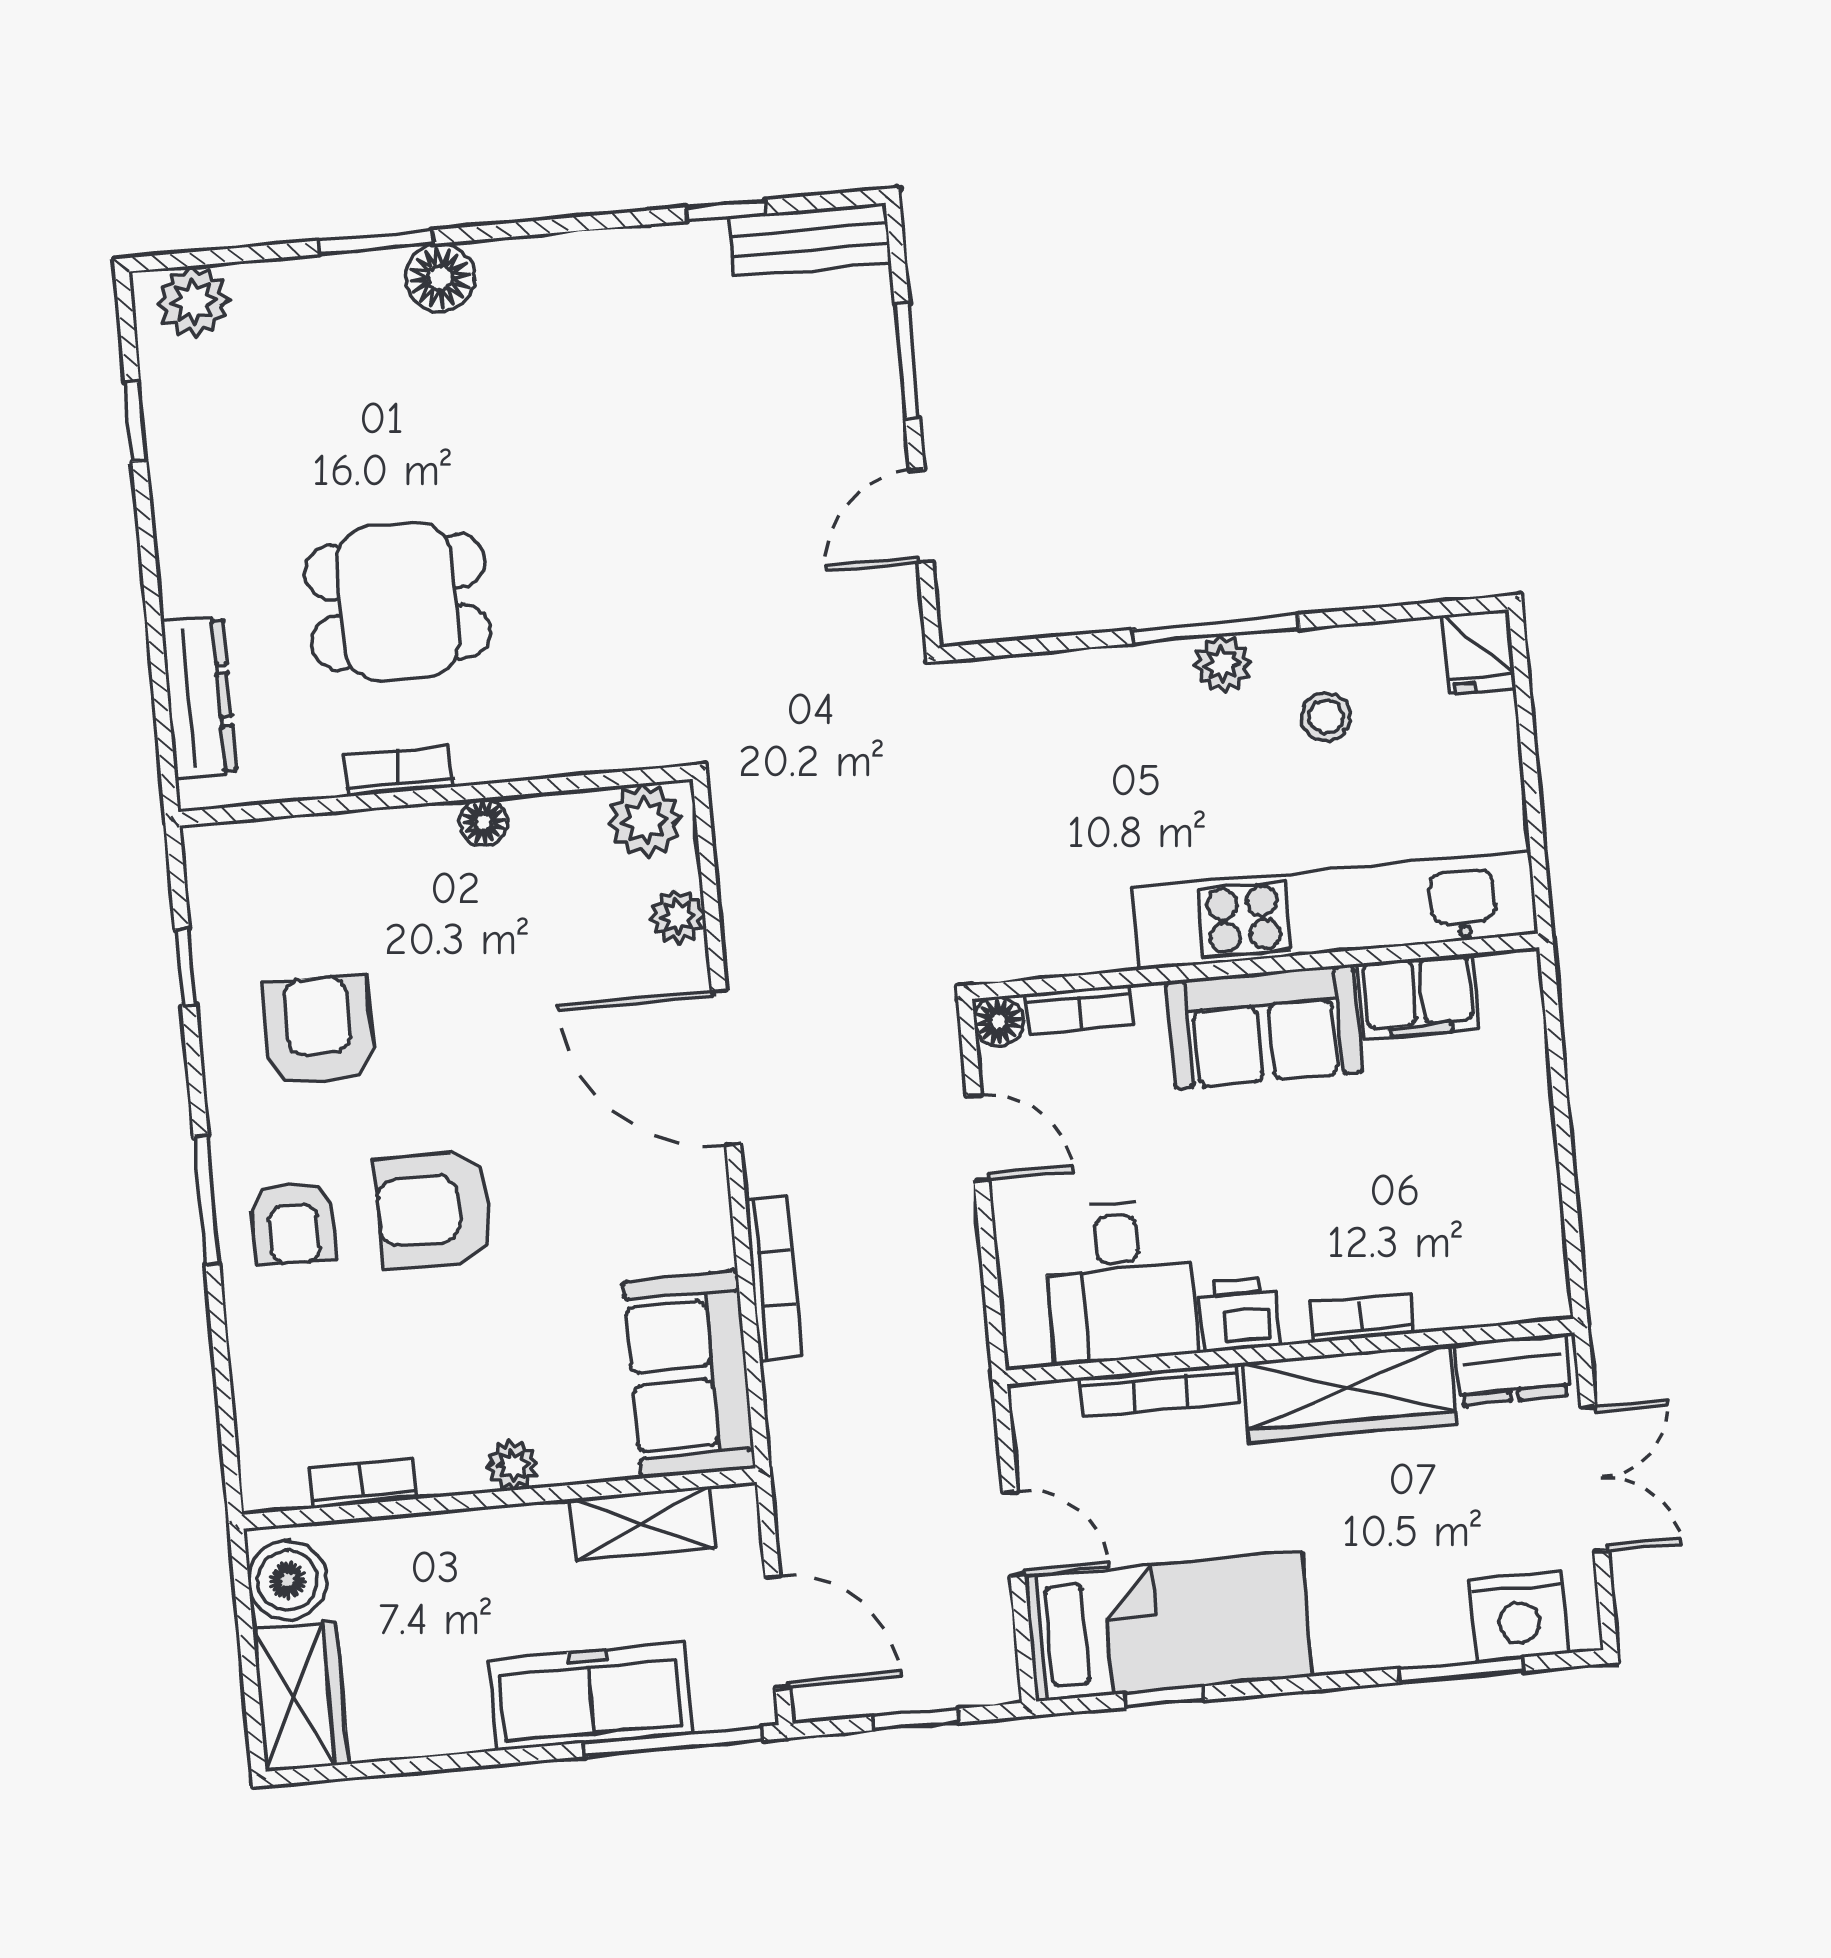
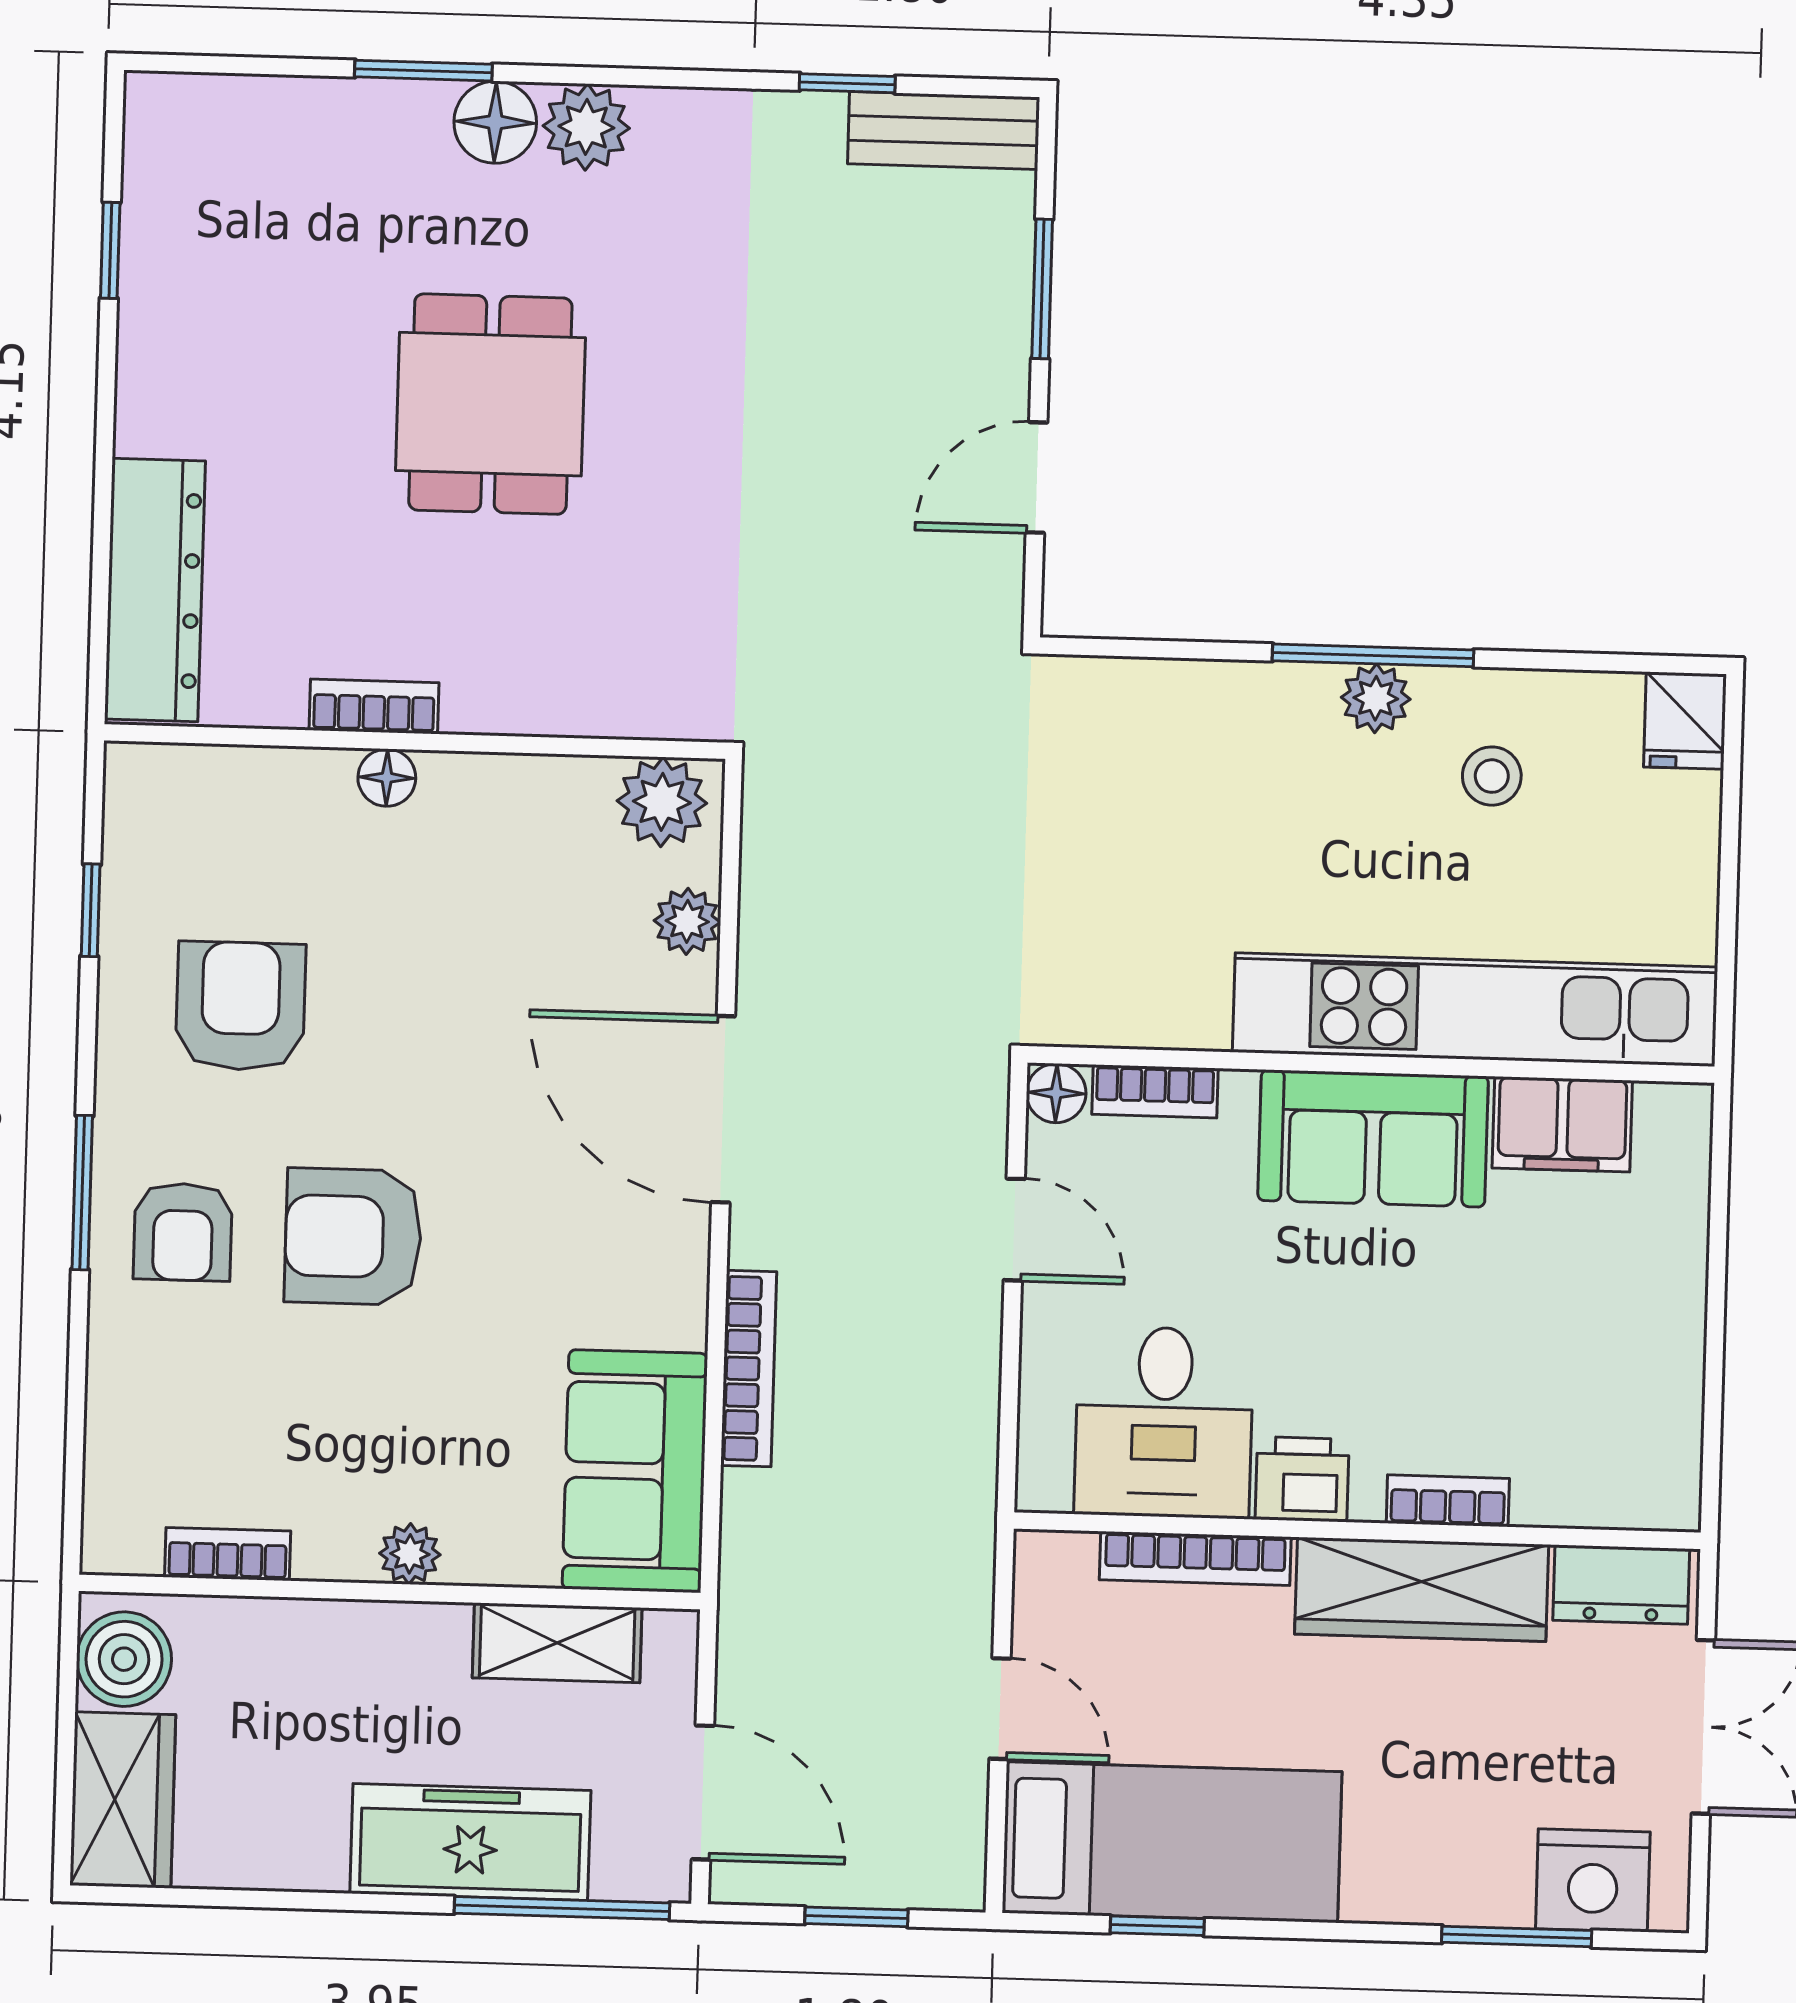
plant: (193, 302) -> (586, 127), moved
dining table: (398, 602) -> (490, 404), moved, turned 90
dresser: (199, 697) -> (155, 590), width x1.37, depth x1.24
floor lamp: (484, 822) -> (387, 778), moved

